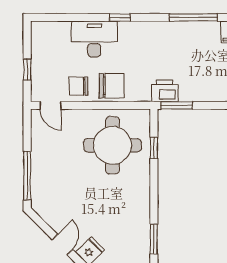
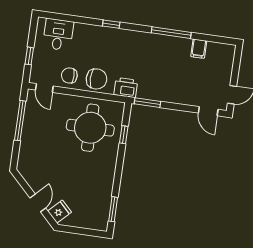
desk: (94, 39) -> (58, 35), moved, width x0.73
printer: (165, 91) -> (126, 88), moved
window: (27, 175) -> (20, 121), moved

